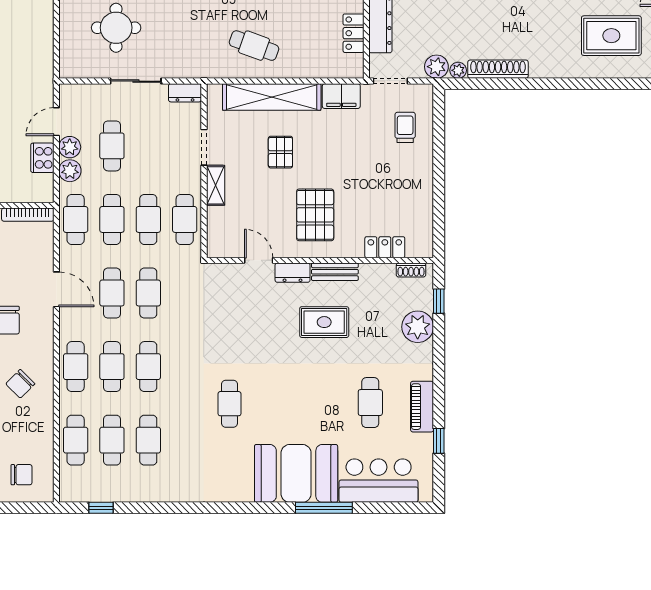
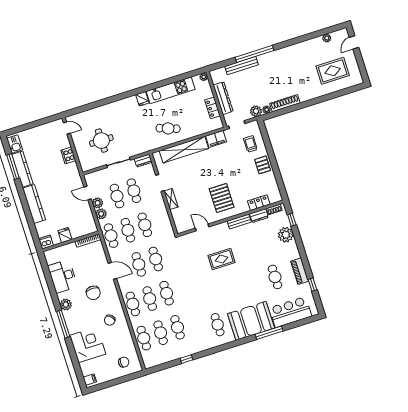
door: (56, 122) -> (88, 193), hinge flipped
pallet: (280, 152) -> (263, 165), moved
cooker: (42, 158) -> (68, 155), moved
cafe table: (185, 219) -> (134, 191), moved
dresser: (293, 273) -> (259, 216), moved
rug: (324, 322) -> (221, 259), moved
cafe table: (229, 404) -> (218, 325), moved
window: (101, 508) -> (187, 359), moved

